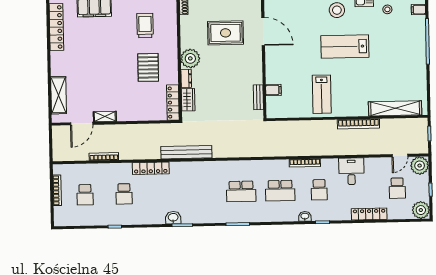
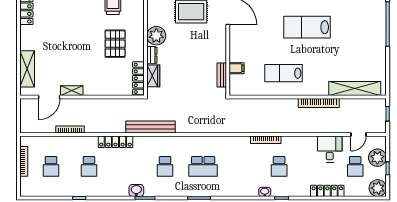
lab bench: (322, 94) -> (284, 73), turned 90
plant: (420, 166) -> (377, 158), moved
desk: (351, 171) -> (330, 149), moved
school desk: (280, 191) -> (165, 166), moved, width x0.54

